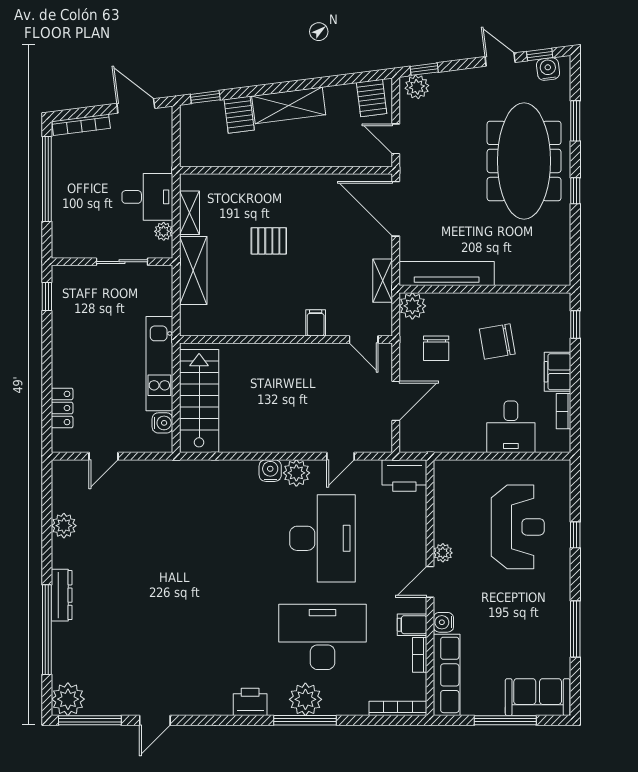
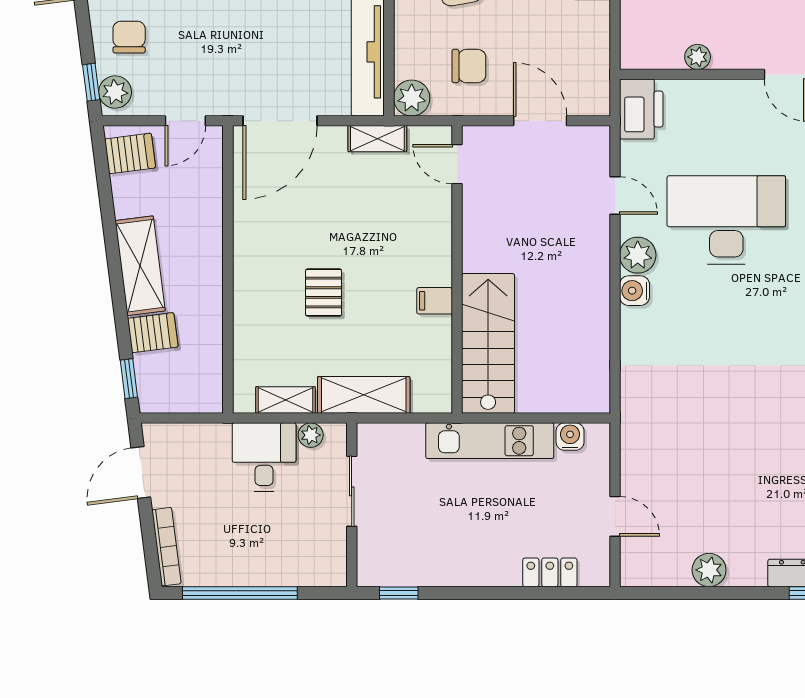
chair: (457, 97) -> (129, 37), added
filing cabinet: (316, 323) -> (435, 301), moved
door: (364, 339) -> (457, 164), swing flipped
stairs: (199, 401) -> (488, 343), moved, turned 90
plant: (443, 553) -> (698, 57), moved

